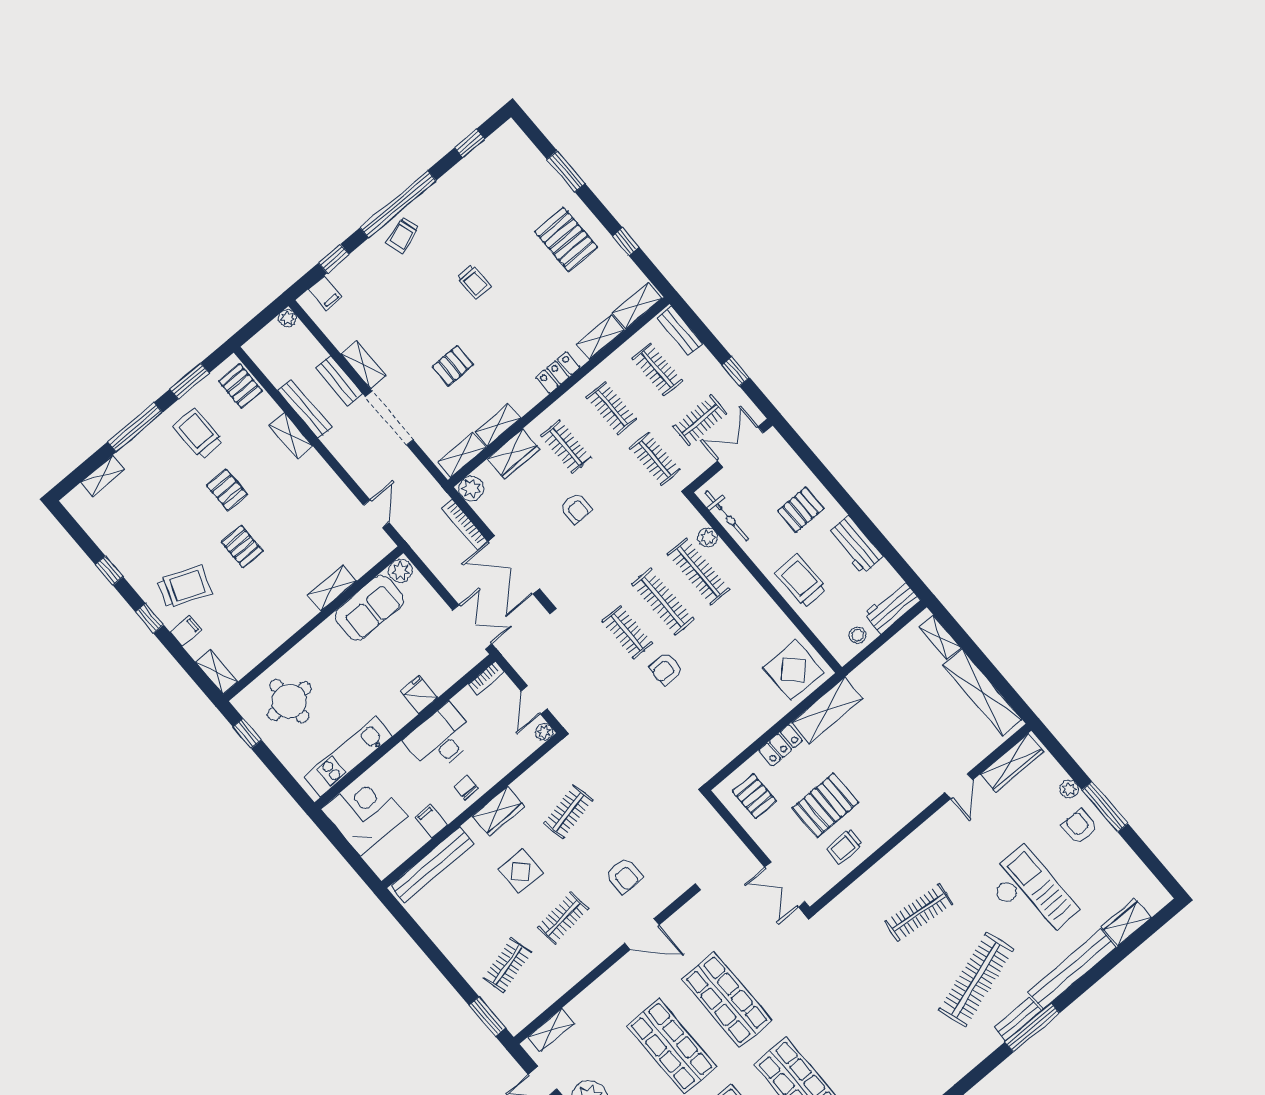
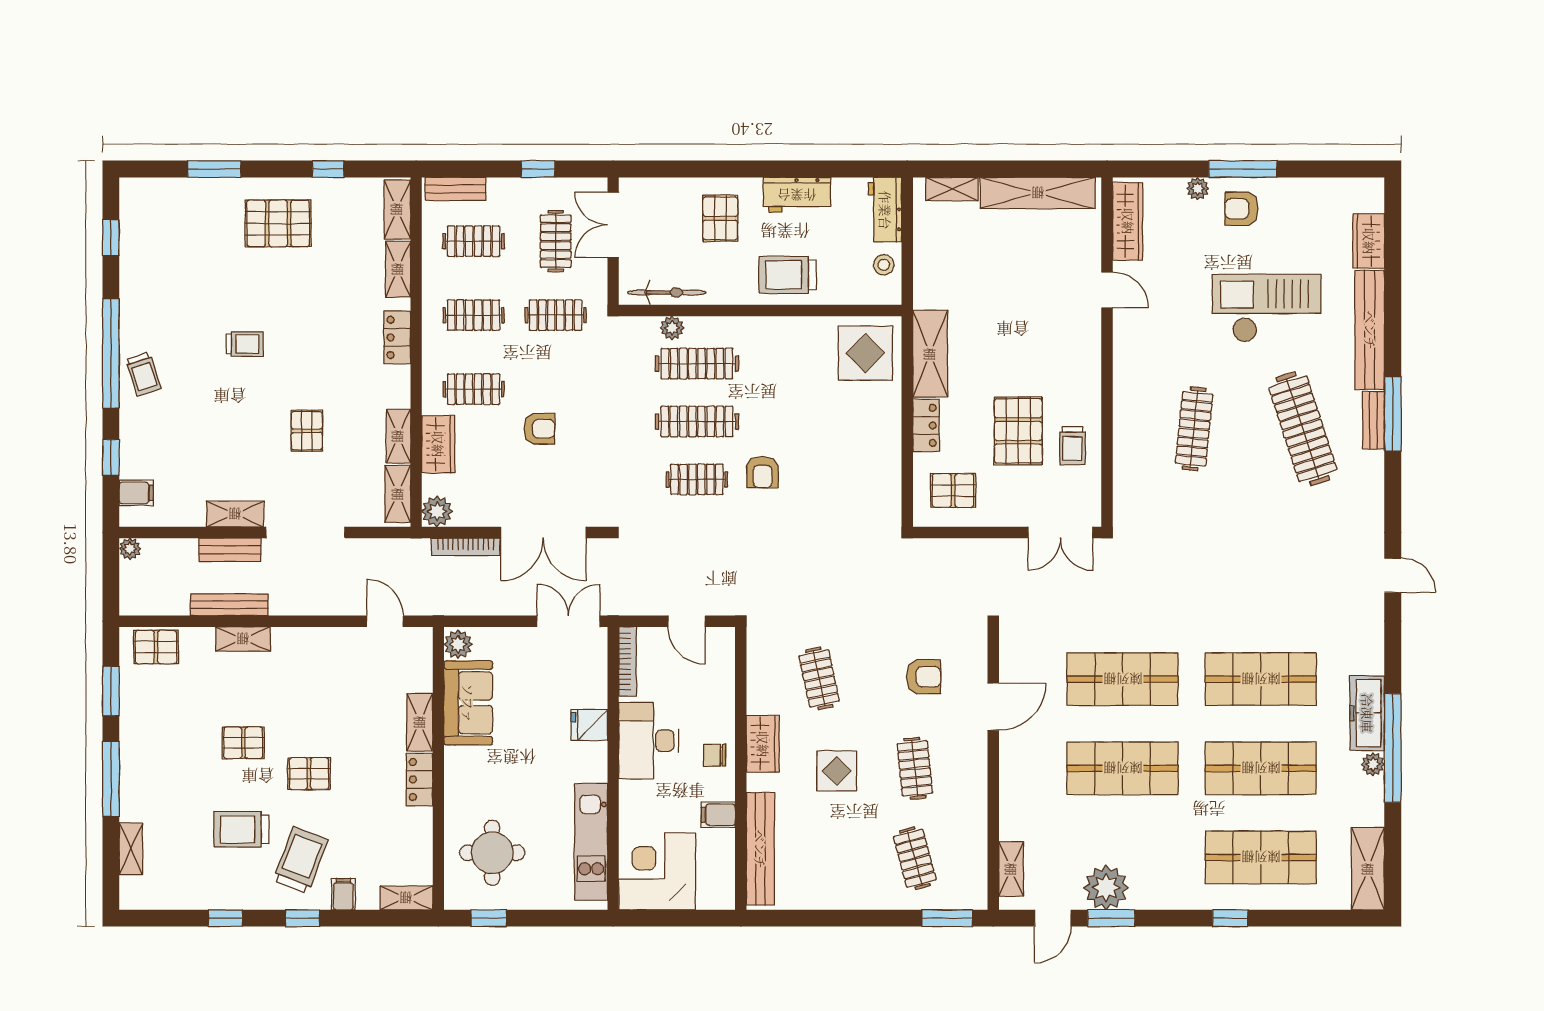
trolley: (198, 433) -> (241, 829), moved
locker: (296, 618) -> (419, 779), added
bookcase: (486, 678) -> (628, 661), width x1.56
plant: (544, 732) -> (725, 637), removed

